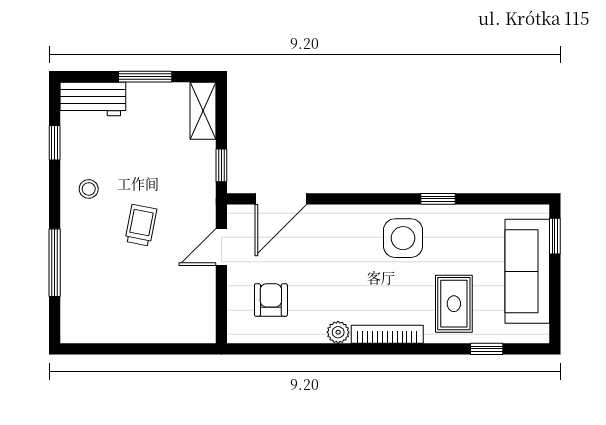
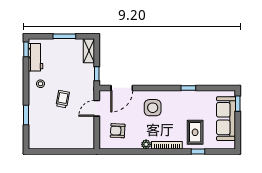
workbench: (93, 99) -> (36, 57), moved, turned -90
window: (55, 143) -> (26, 49), moved
side table: (403, 238) -> (153, 108), moved
window: (55, 263) -> (26, 115), width x0.69
armchair: (271, 300) -> (118, 131), turned -87
window: (487, 349) -> (198, 151), moved

